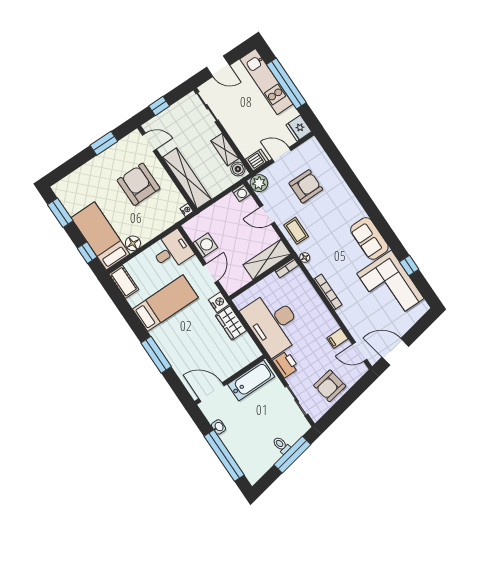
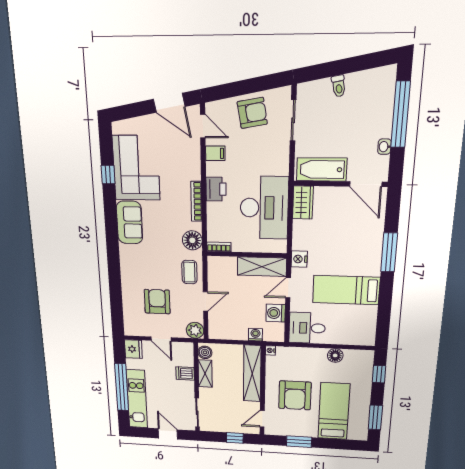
door: (149, 142) -> (262, 419), hinge flipped
dishwasher: (257, 160) -> (185, 373), moved
armchair: (306, 186) -> (157, 302), turned 90
washing machine: (241, 193) -> (255, 335), moved
door: (267, 215) -> (205, 301), hinge flipped
bed: (100, 236) -> (334, 411), moved, turned 180
floor lamp: (305, 258) -> (192, 240), width x1.89, depth x1.89
shelving: (267, 259) -> (262, 267), moved
cot: (124, 282) -> (367, 331), removed
wardrobe: (231, 323) -> (303, 203), moved
printer: (286, 364) -> (216, 189), moved, turned 180
window: (292, 455) -> (335, 68), removed

